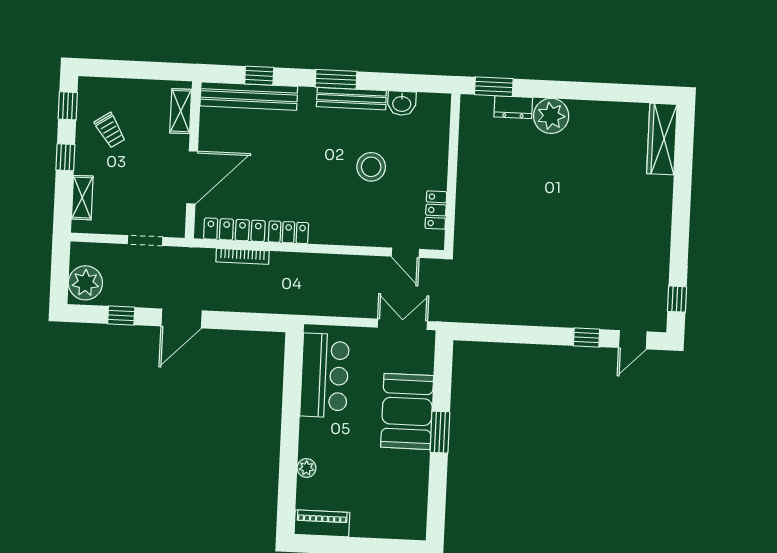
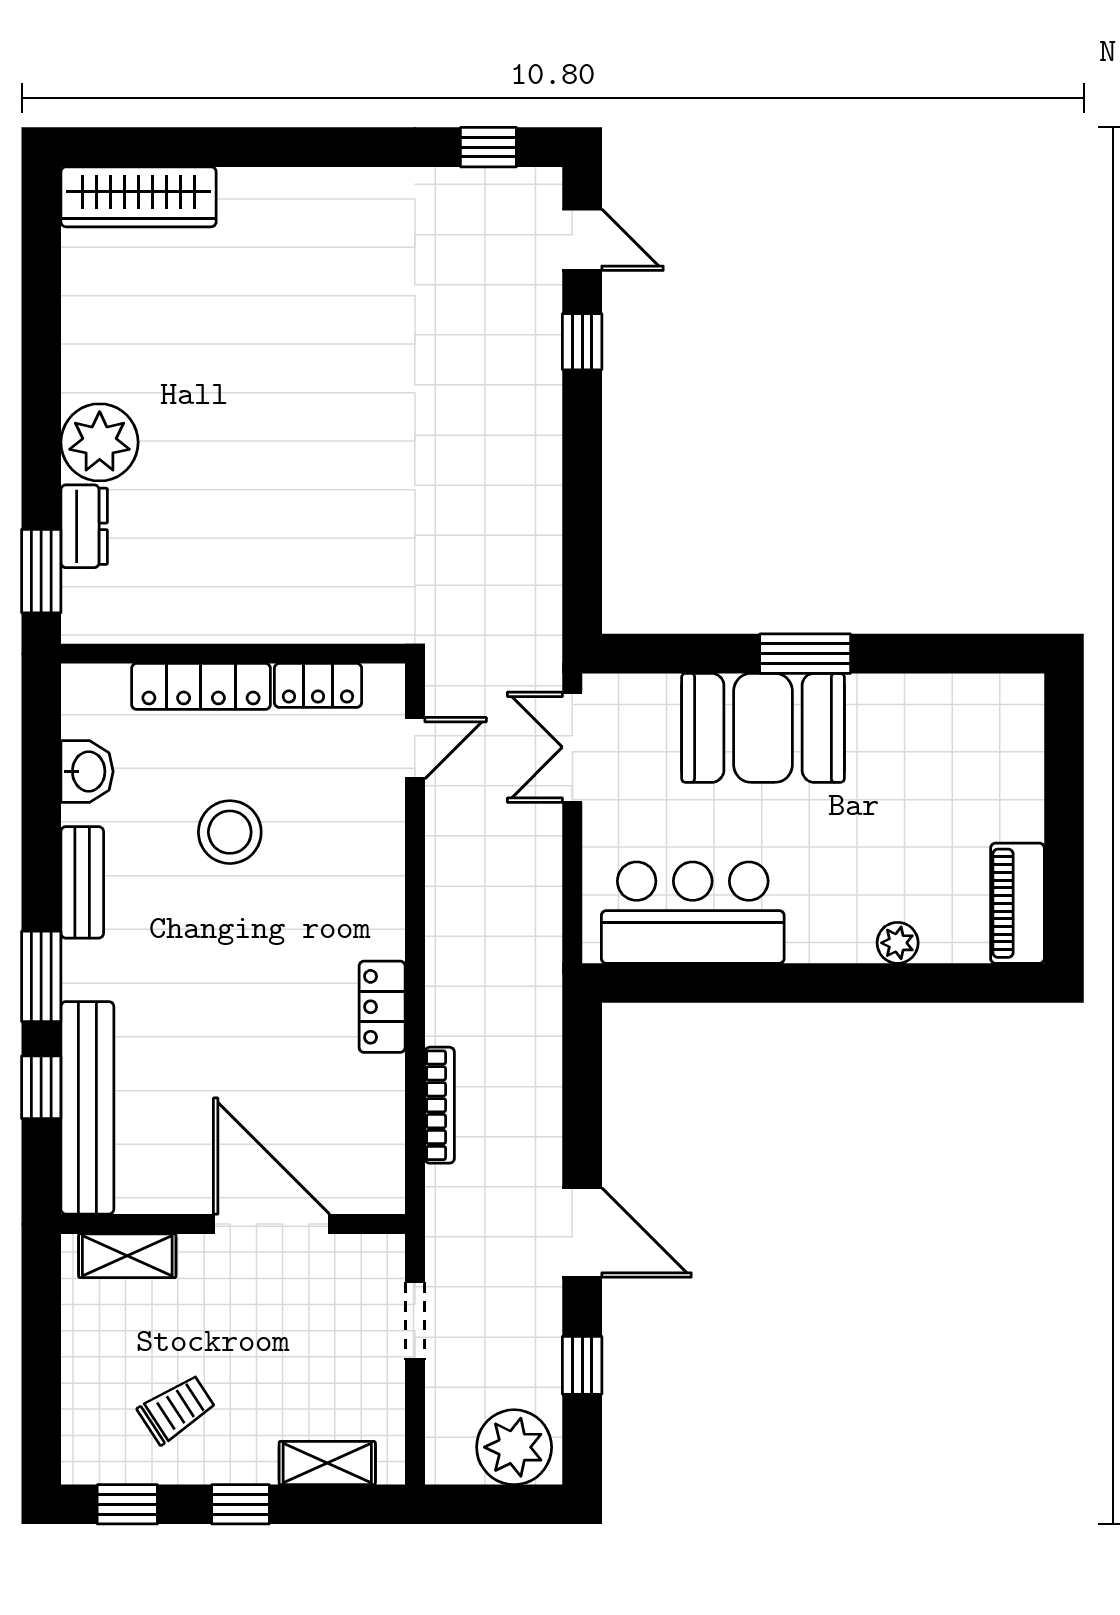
window: (336, 79) -> (41, 976), moved
bench: (351, 99) -> (82, 882), width x0.73
locker: (234, 230) -> (201, 686), moved, turned -90

